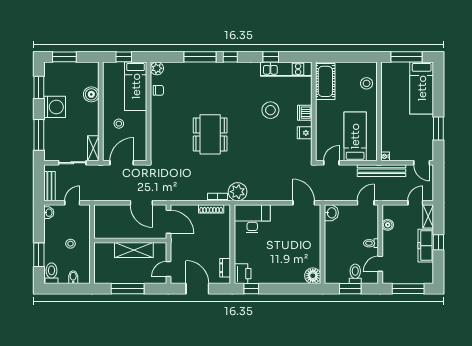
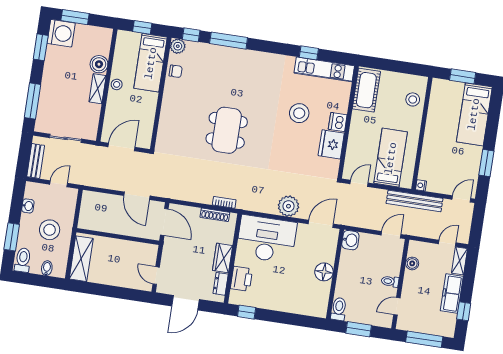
window: (230, 57) -> (191, 35), moved
window: (407, 57) -> (463, 76), width x0.69
washing machine: (55, 107) -> (61, 33), moved
stool: (119, 124) -> (117, 84), moved
fridge: (305, 133) -> (331, 144), width x1.88, depth x1.34
shelving: (93, 148) -> (98, 89), moved
door: (422, 163) -> (461, 199), swing flipped
plant: (238, 192) -> (288, 206), moved
door: (304, 203) -> (321, 224), hinge flipped
washbasin: (49, 213) -> (28, 206), moved
desk: (252, 219) -> (266, 239), width x1.36, depth x1.30
window: (438, 242) -> (464, 311), moved
stool: (71, 244) -> (50, 230), width x1.89, depth x1.89
wardrobe: (223, 245) -> (223, 258), added
shelving: (134, 250) -> (81, 259), moved, turned 90
door: (168, 269) -> (156, 276), hinge flipped
printer: (243, 274) -> (242, 279), moved
toilet: (355, 274) -> (339, 309), moved
floor lamp: (313, 276) -> (324, 272), moved
window: (128, 289) -> (106, 291), removed
door: (197, 289) -> (185, 303), swing flipped

